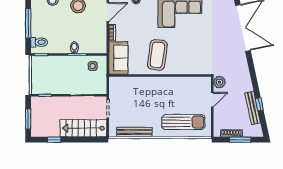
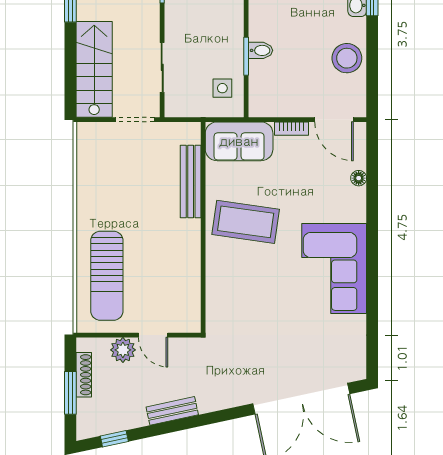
plant: (219, 82) -> (123, 350), moved
window: (259, 104) -> (114, 439), moved
bench: (253, 108) -> (172, 411), moved, width x0.73
bench: (135, 132) -> (191, 182), moved

